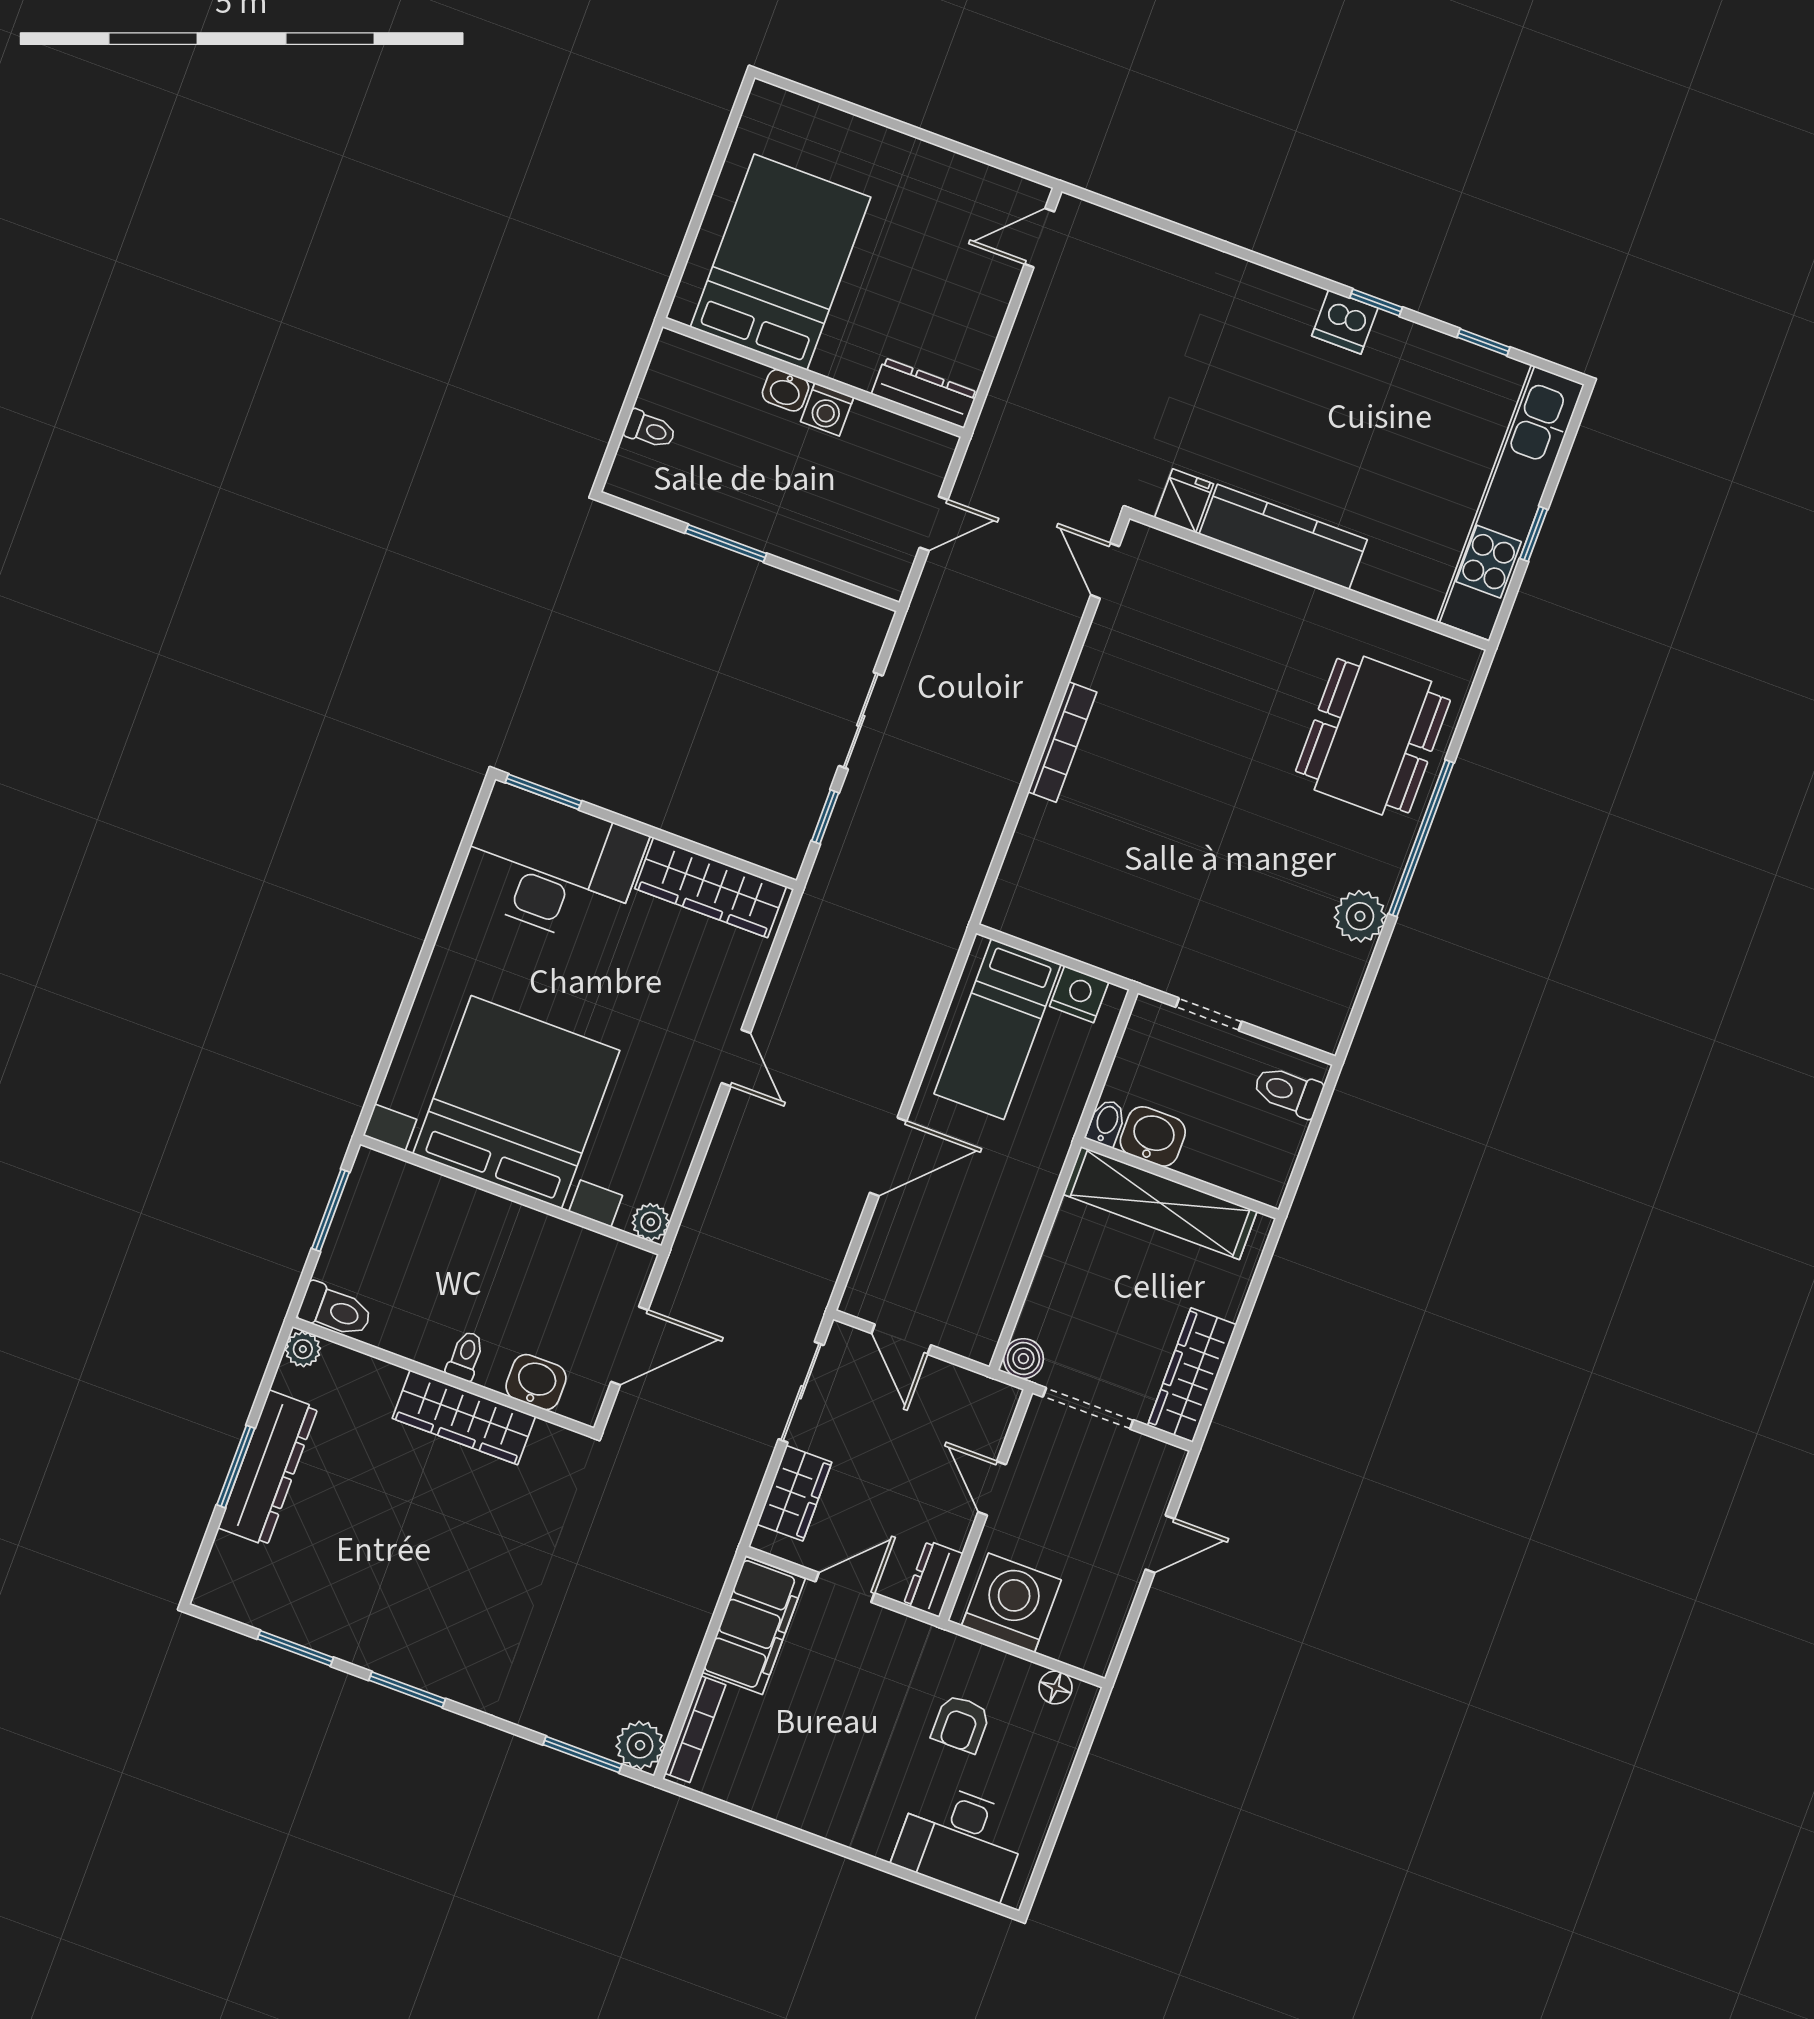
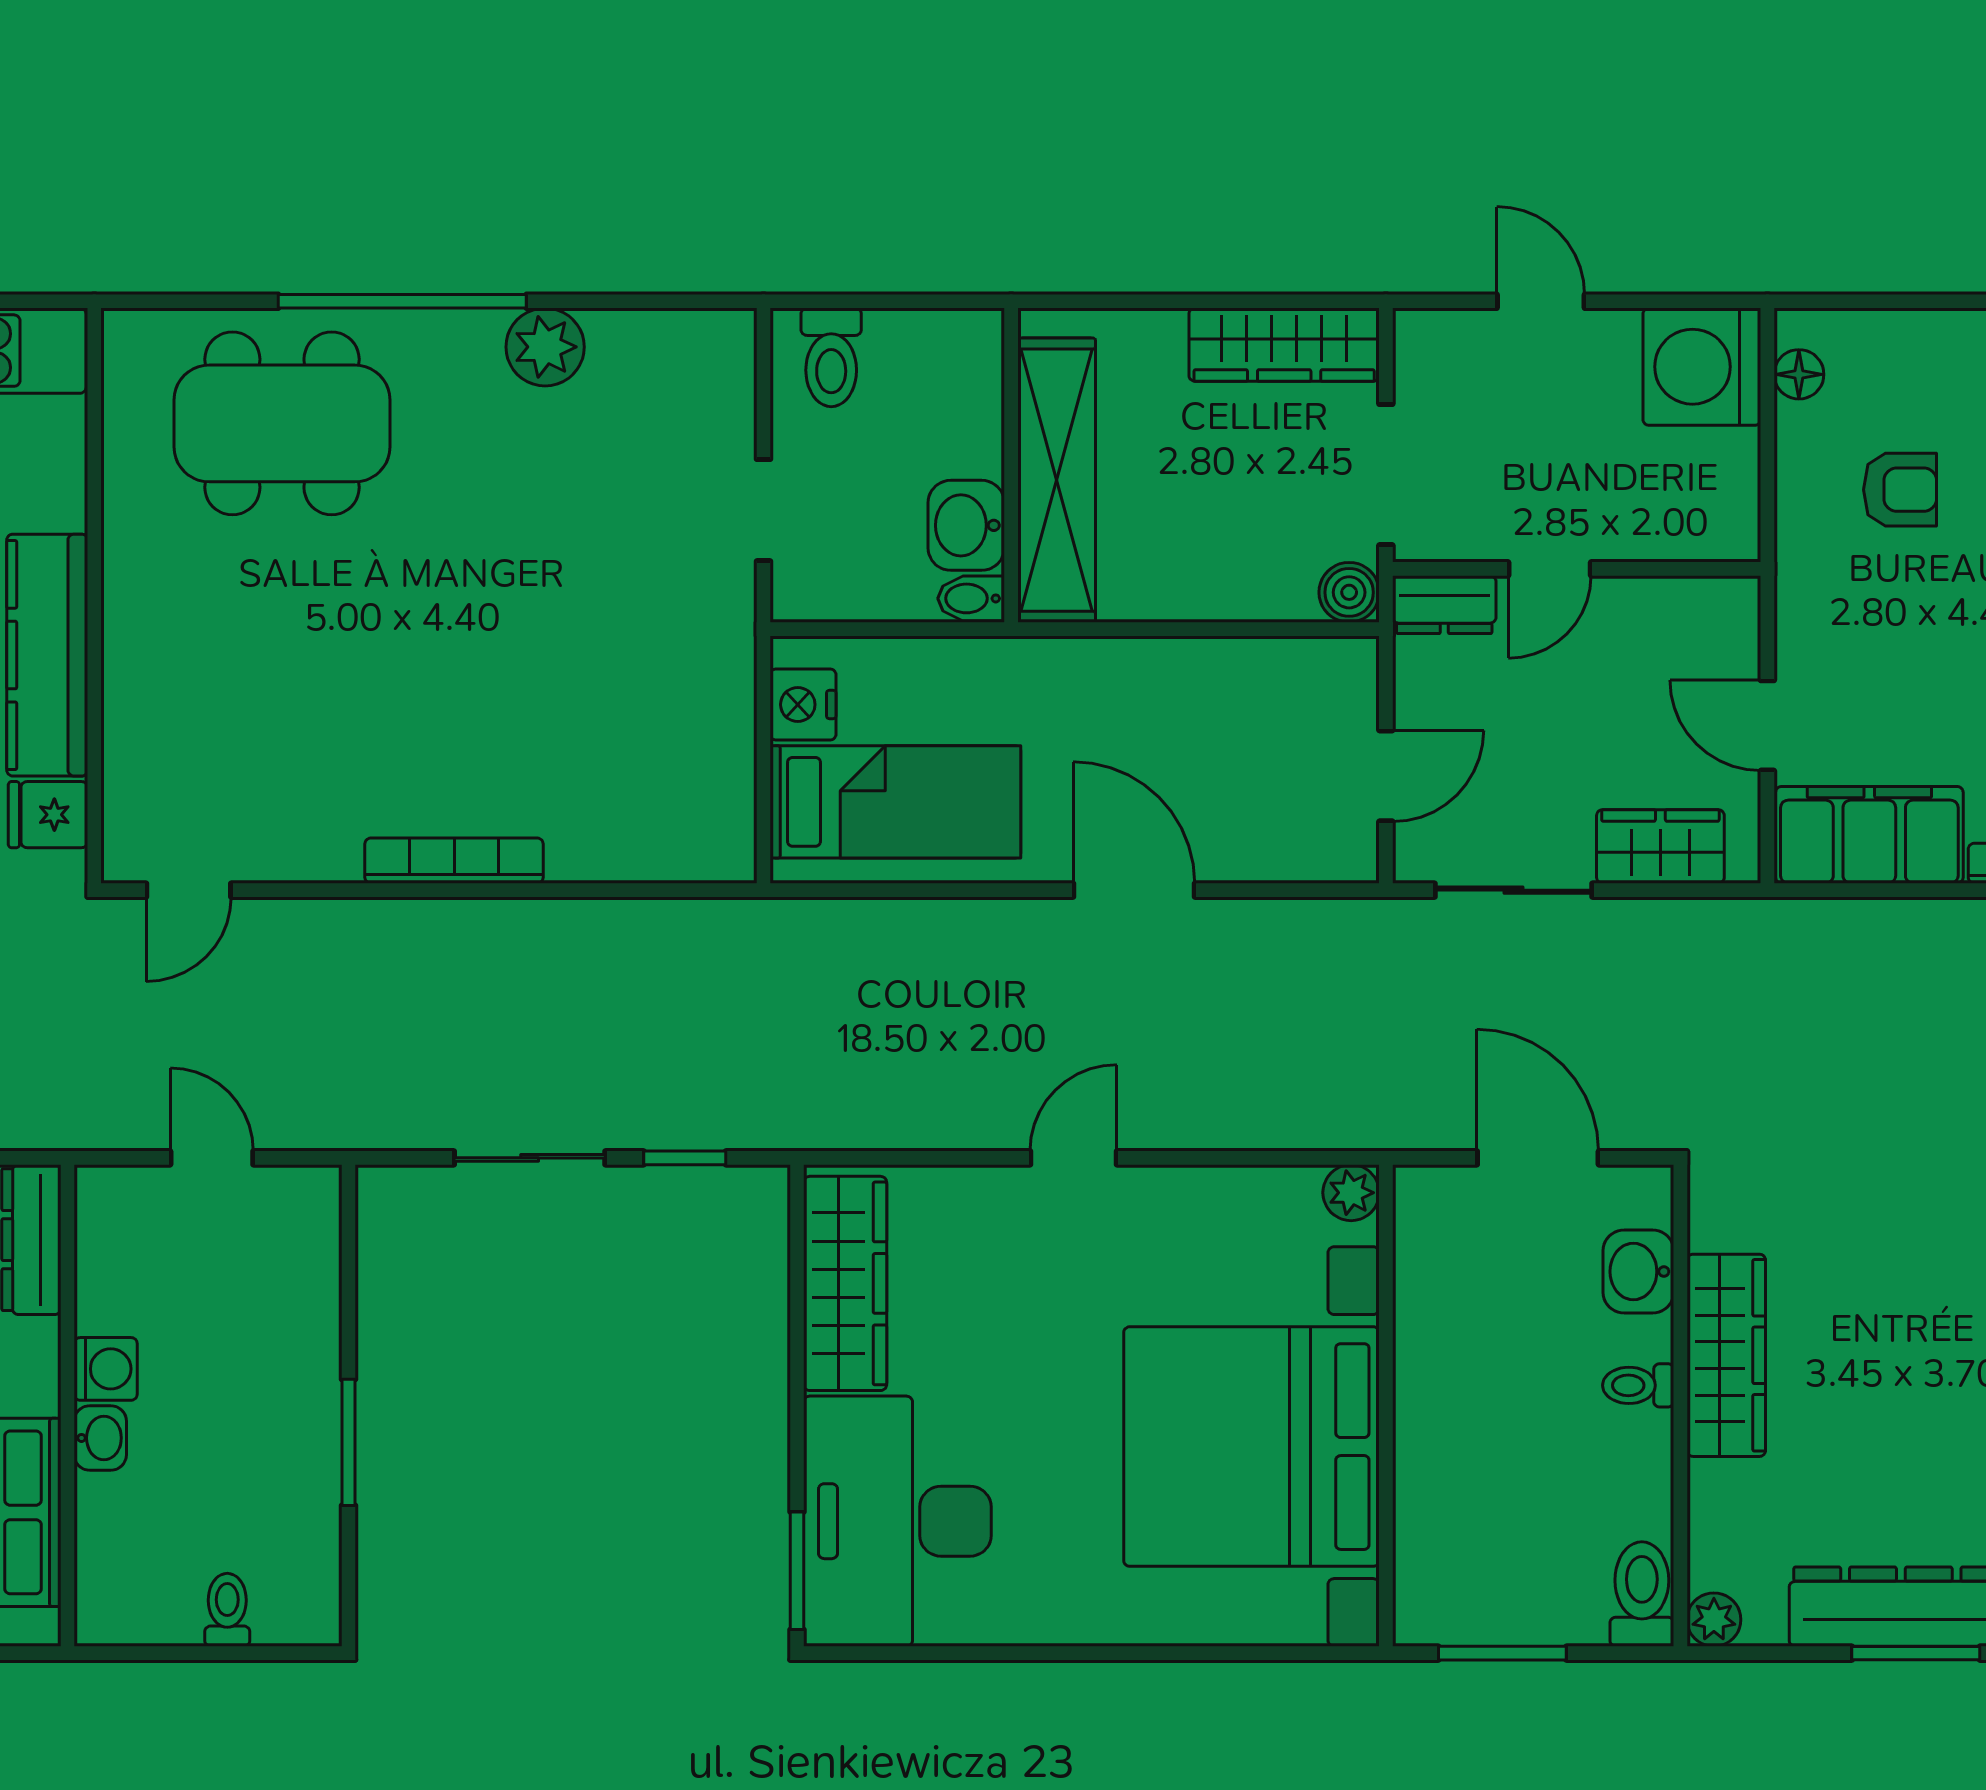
dresser: (933, 1579) -> (1444, 605), moved
washing machine: (1011, 1603) -> (1702, 367), moved

